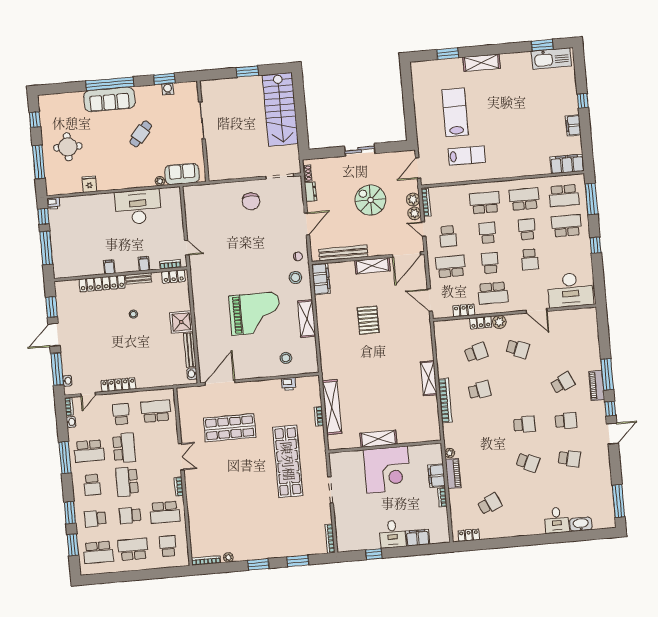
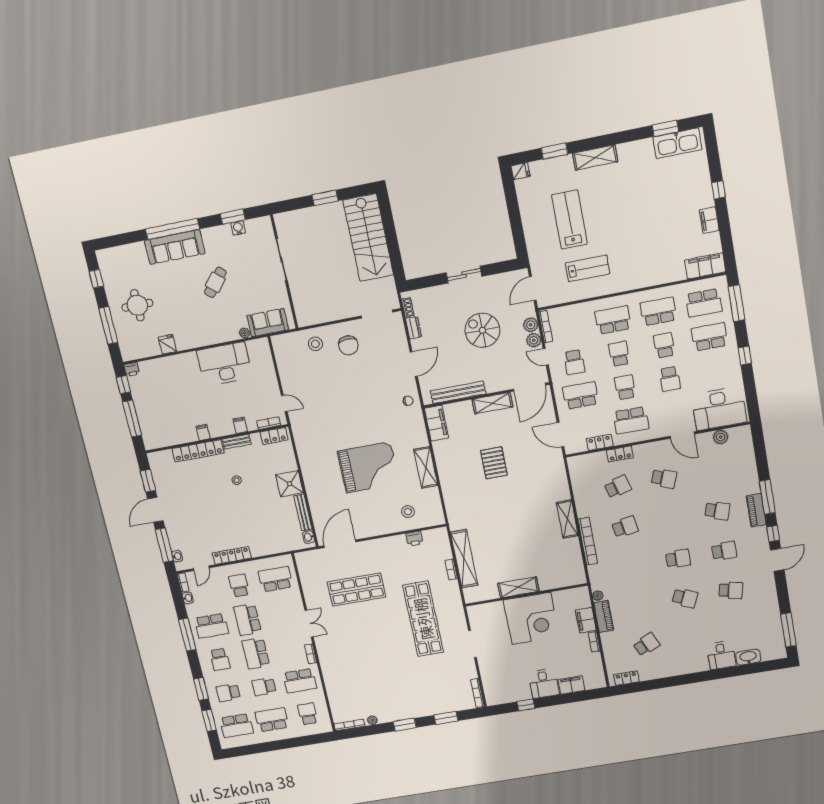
fridge: (417, 67) -> (521, 171), added
stool: (295, 277) -> (315, 344), moved
plant: (499, 322) -> (721, 437), moved
school desk: (563, 383) -> (717, 511), turned 42
school desk: (124, 448) -> (247, 620), turned 180

